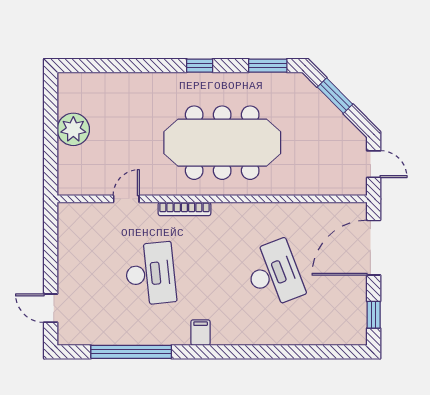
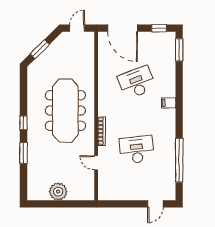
window: (268, 66) -> (23, 153), moved
filing cabinet: (201, 333) -> (169, 103), moved
window: (334, 352) -> (179, 50), added

